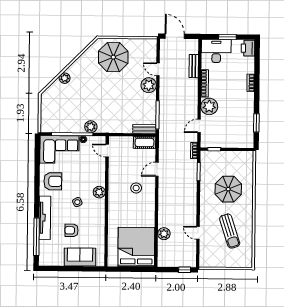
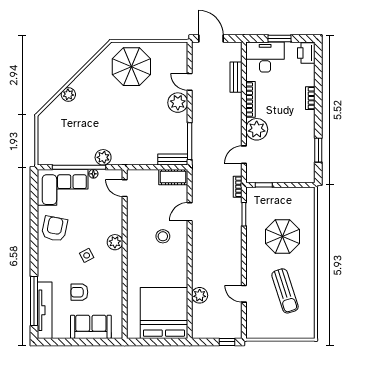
armchair: (53, 181) -> (54, 229), turned -79
tv unit: (45, 218) -> (45, 310), moved

